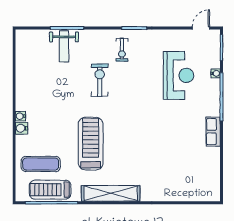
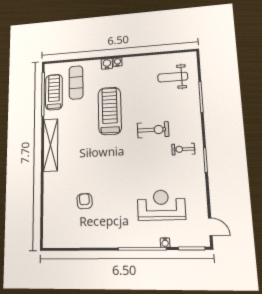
weight bench: (64, 46) -> (173, 77), moved
reception desk: (179, 75) -> (161, 205), turned 180
row of seats: (213, 132) -> (108, 241), removed
treadmill: (91, 144) -> (110, 111), moved, turned -90
armchair: (172, 156) -> (85, 201), added

